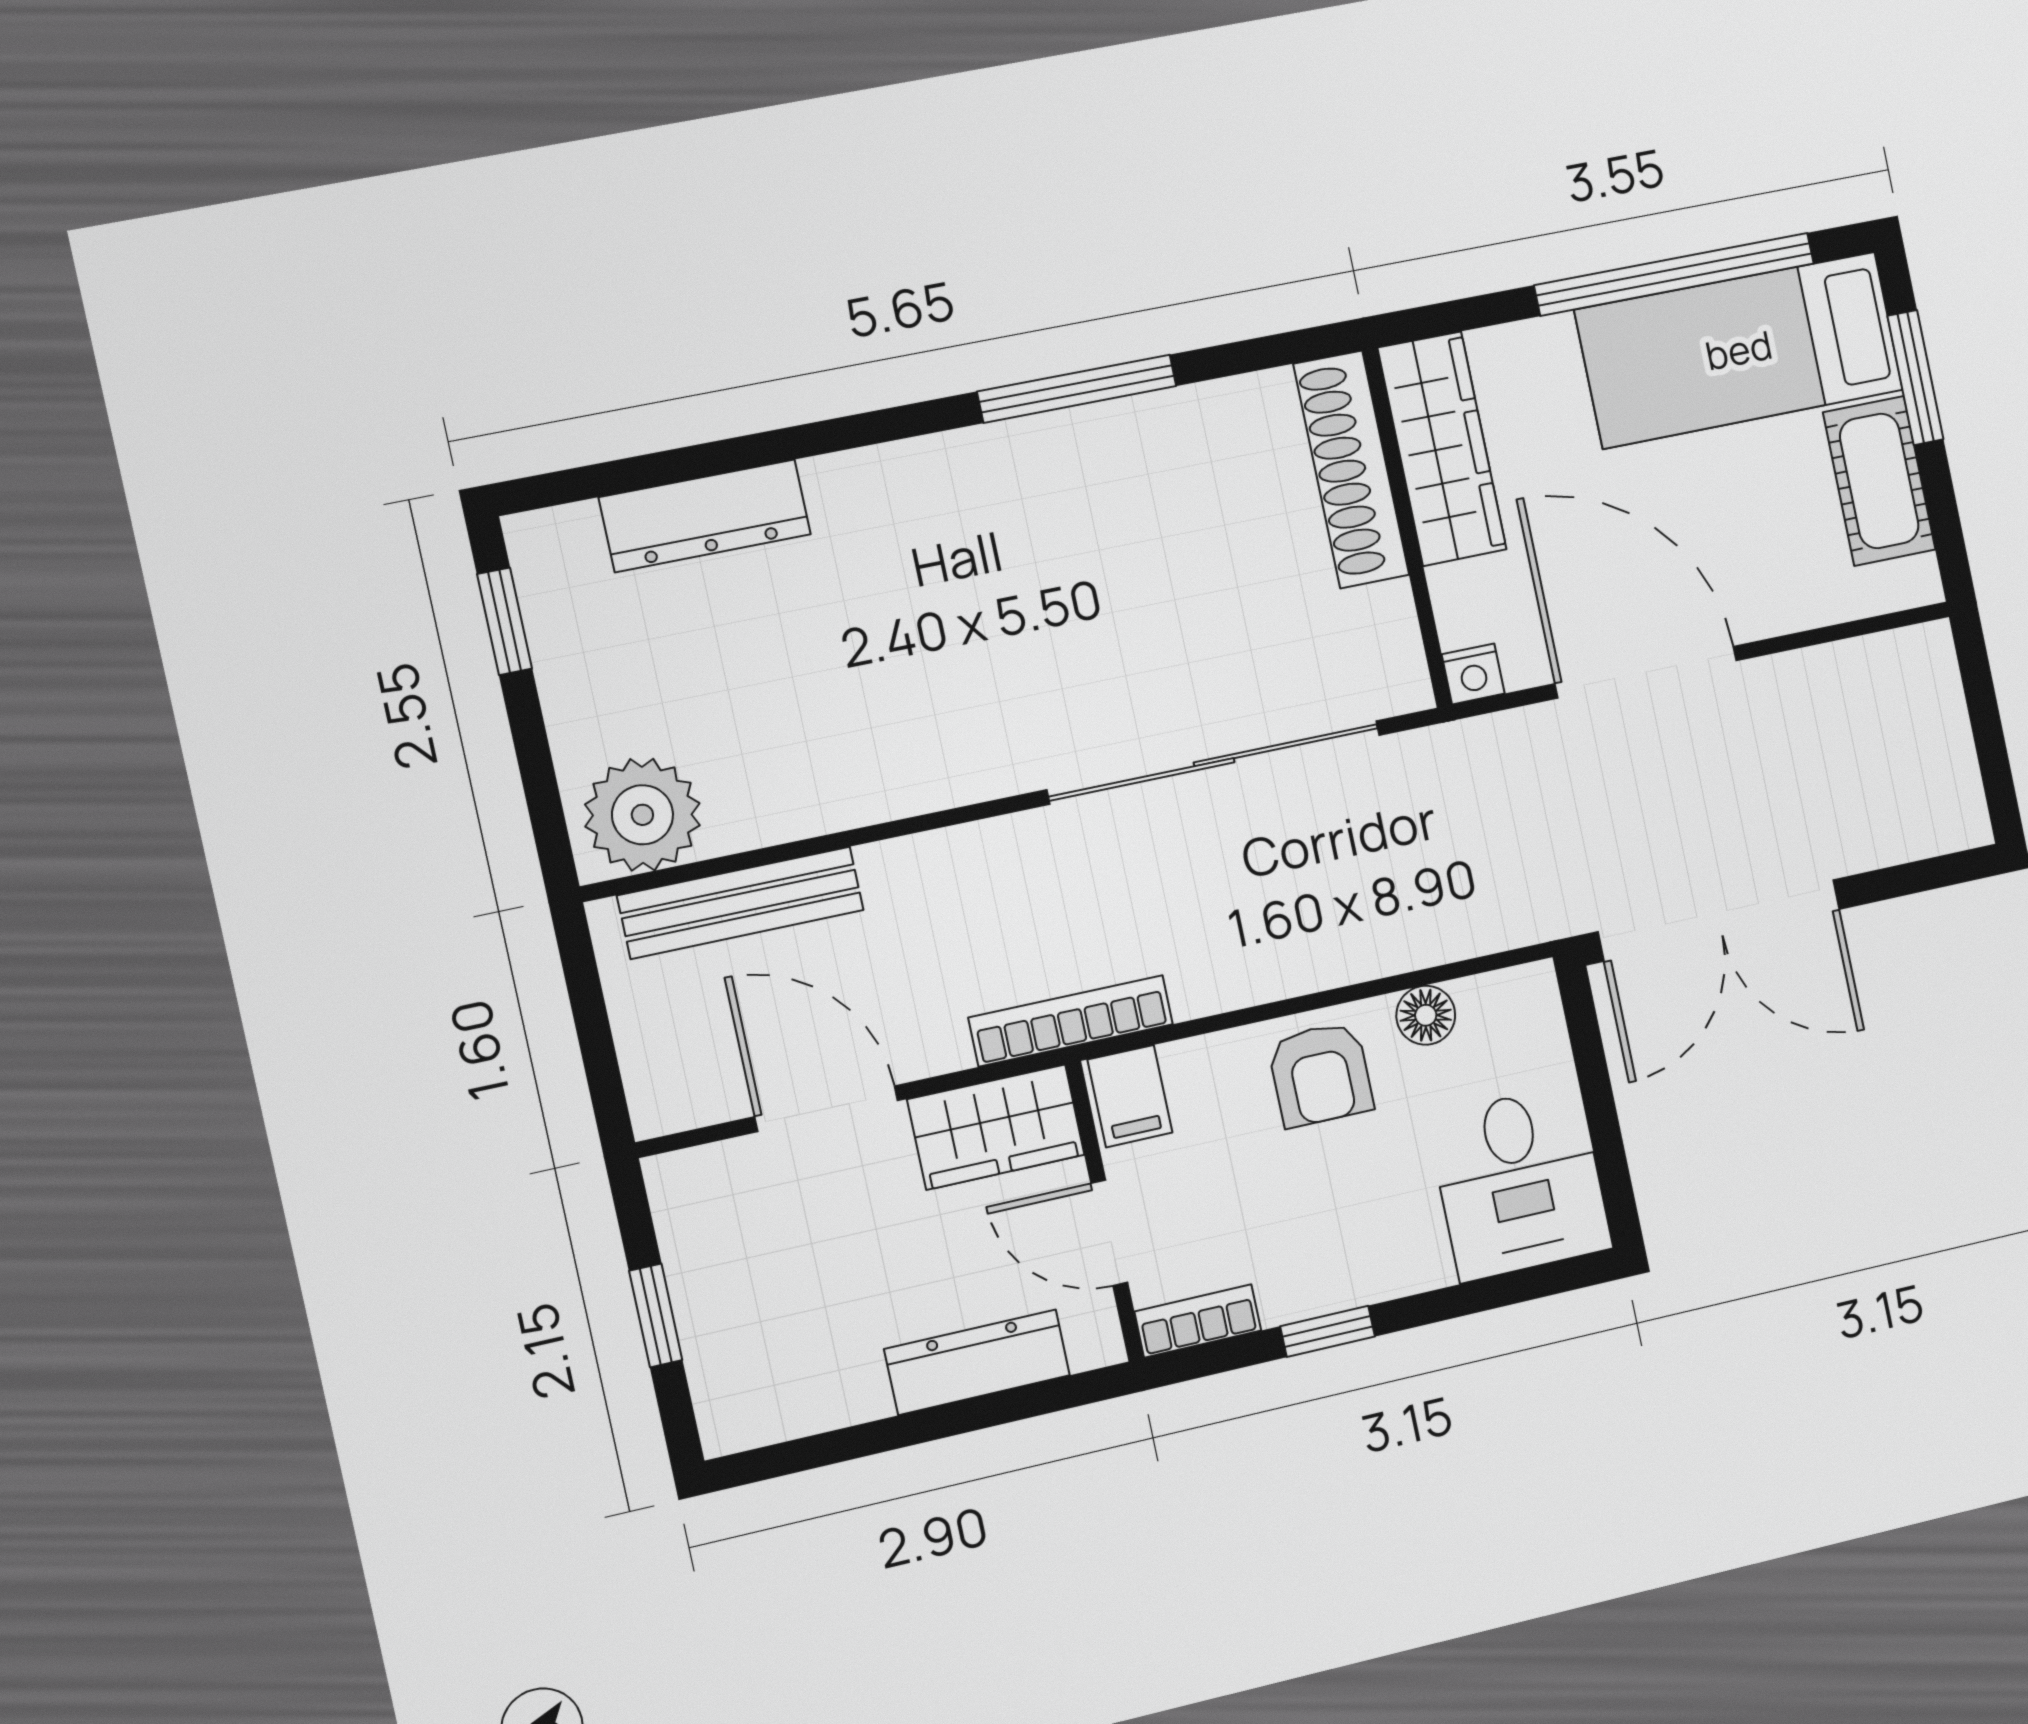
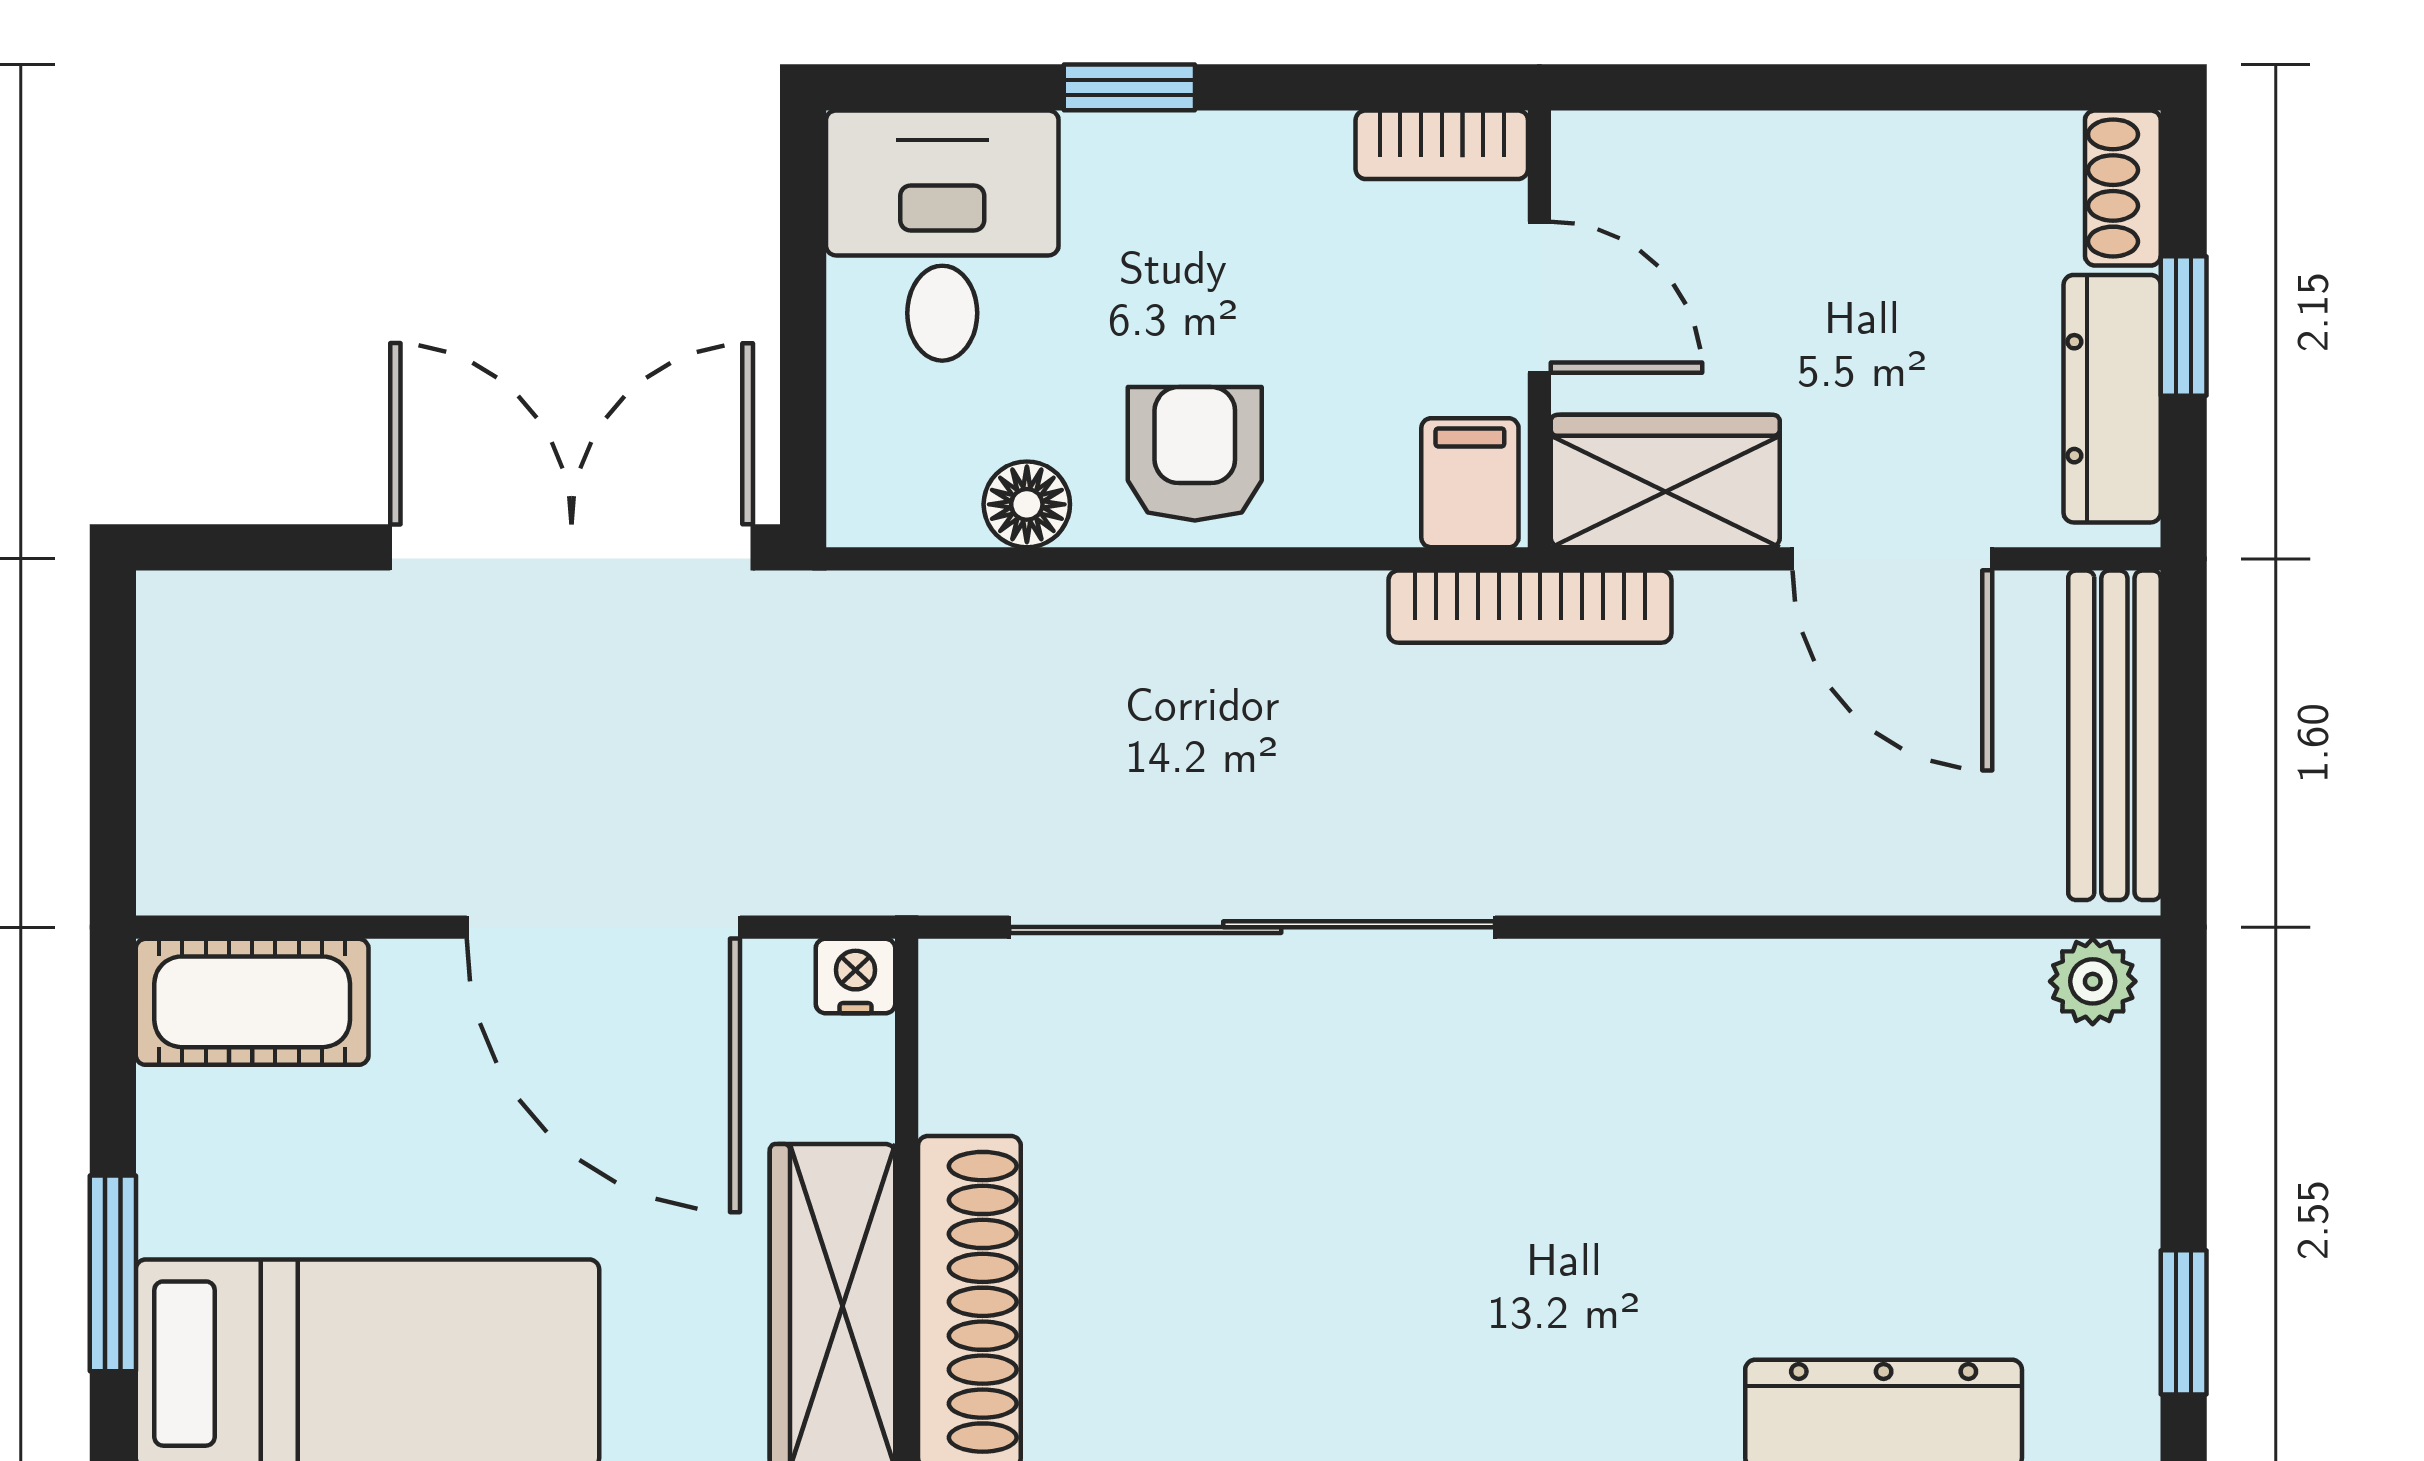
cot: (1879, 481) -> (252, 1002), moved, turned 90
plant: (642, 815) -> (2093, 981), width x0.53, depth x0.53
bench: (741, 903) -> (2114, 735), moved, turned 90
window: (1328, 1331) -> (1129, 87), moved
dresser: (977, 1362) -> (2112, 399), moved, turned 90
shoe rack: (719, 1401) -> (2123, 188), added

